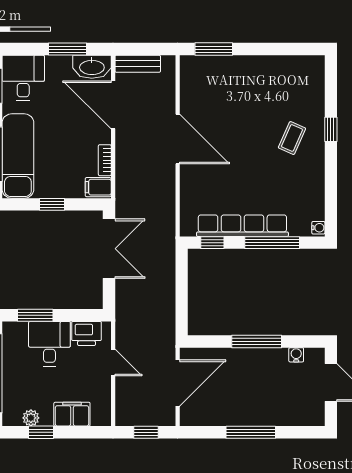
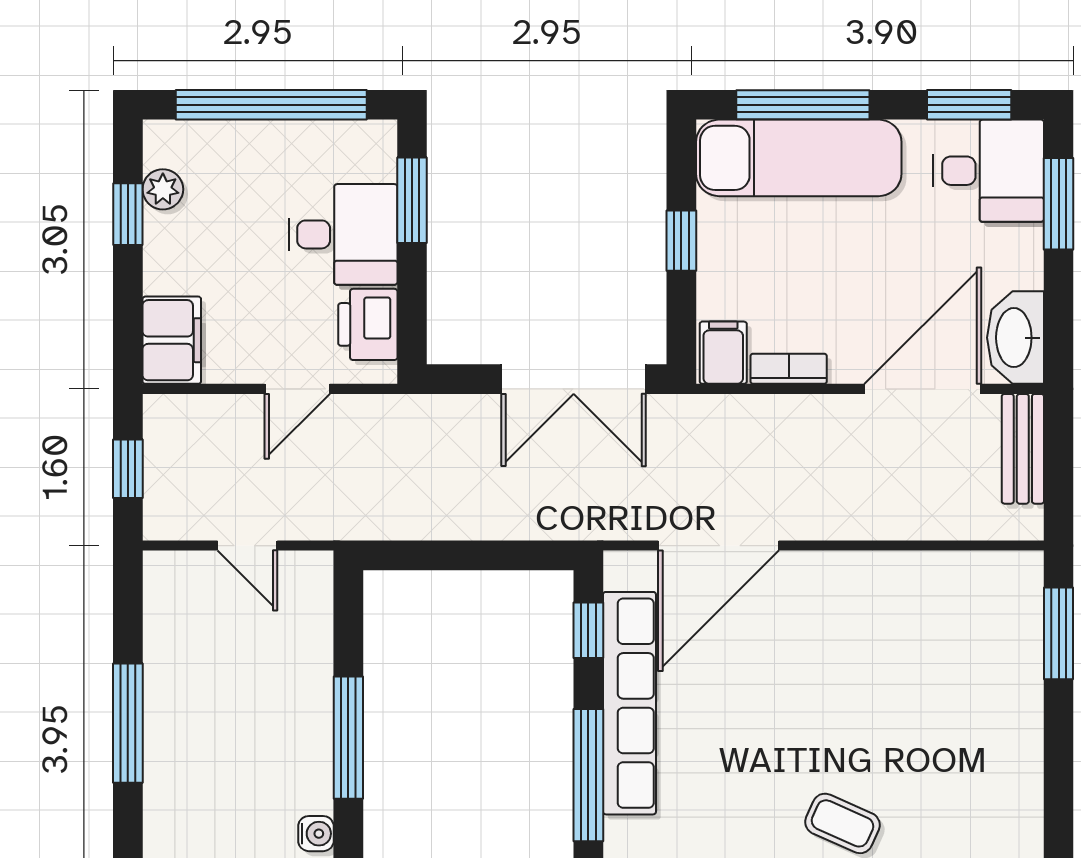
window: (67, 49) -> (1059, 204), moved
door: (178, 139) -> (719, 546), moved
door: (178, 383) -> (247, 546), width x0.53
filing cabinet: (72, 414) -> (172, 340), moved

